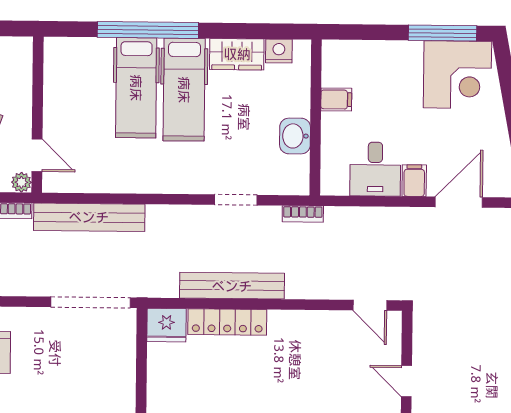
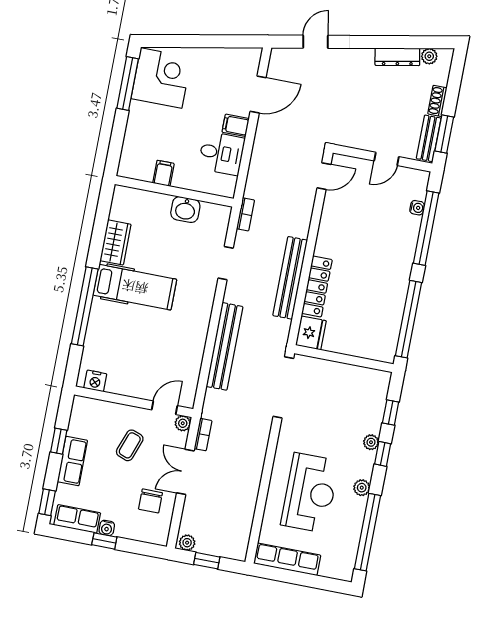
nightstand: (279, 51) -> (95, 381), moved, turned -90
hospital bed: (136, 88) -> (127, 323), removed
door: (459, 202) -> (258, 95), swing flipped
bench: (89, 217) -> (224, 346), moved

